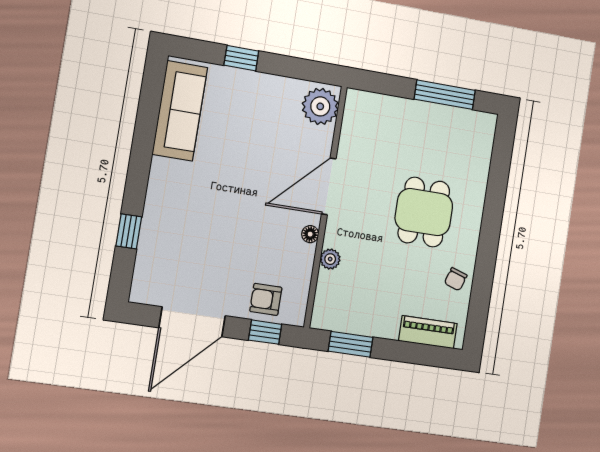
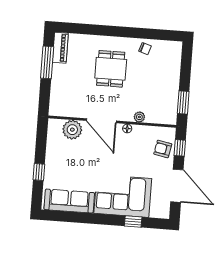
plant: (320, 106) -> (72, 130), moved
dining table: (424, 212) -> (111, 69), turned 90
corner sofa: (181, 215) -> (123, 196), added
armchair: (266, 299) -> (163, 149), turned 101
piano: (428, 332) -> (60, 48), moved, turned 180

